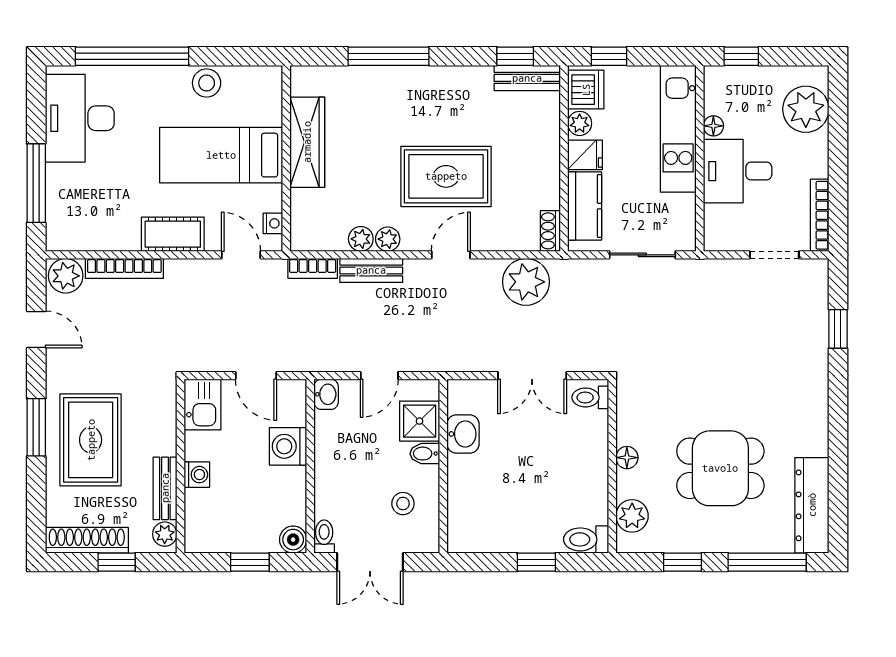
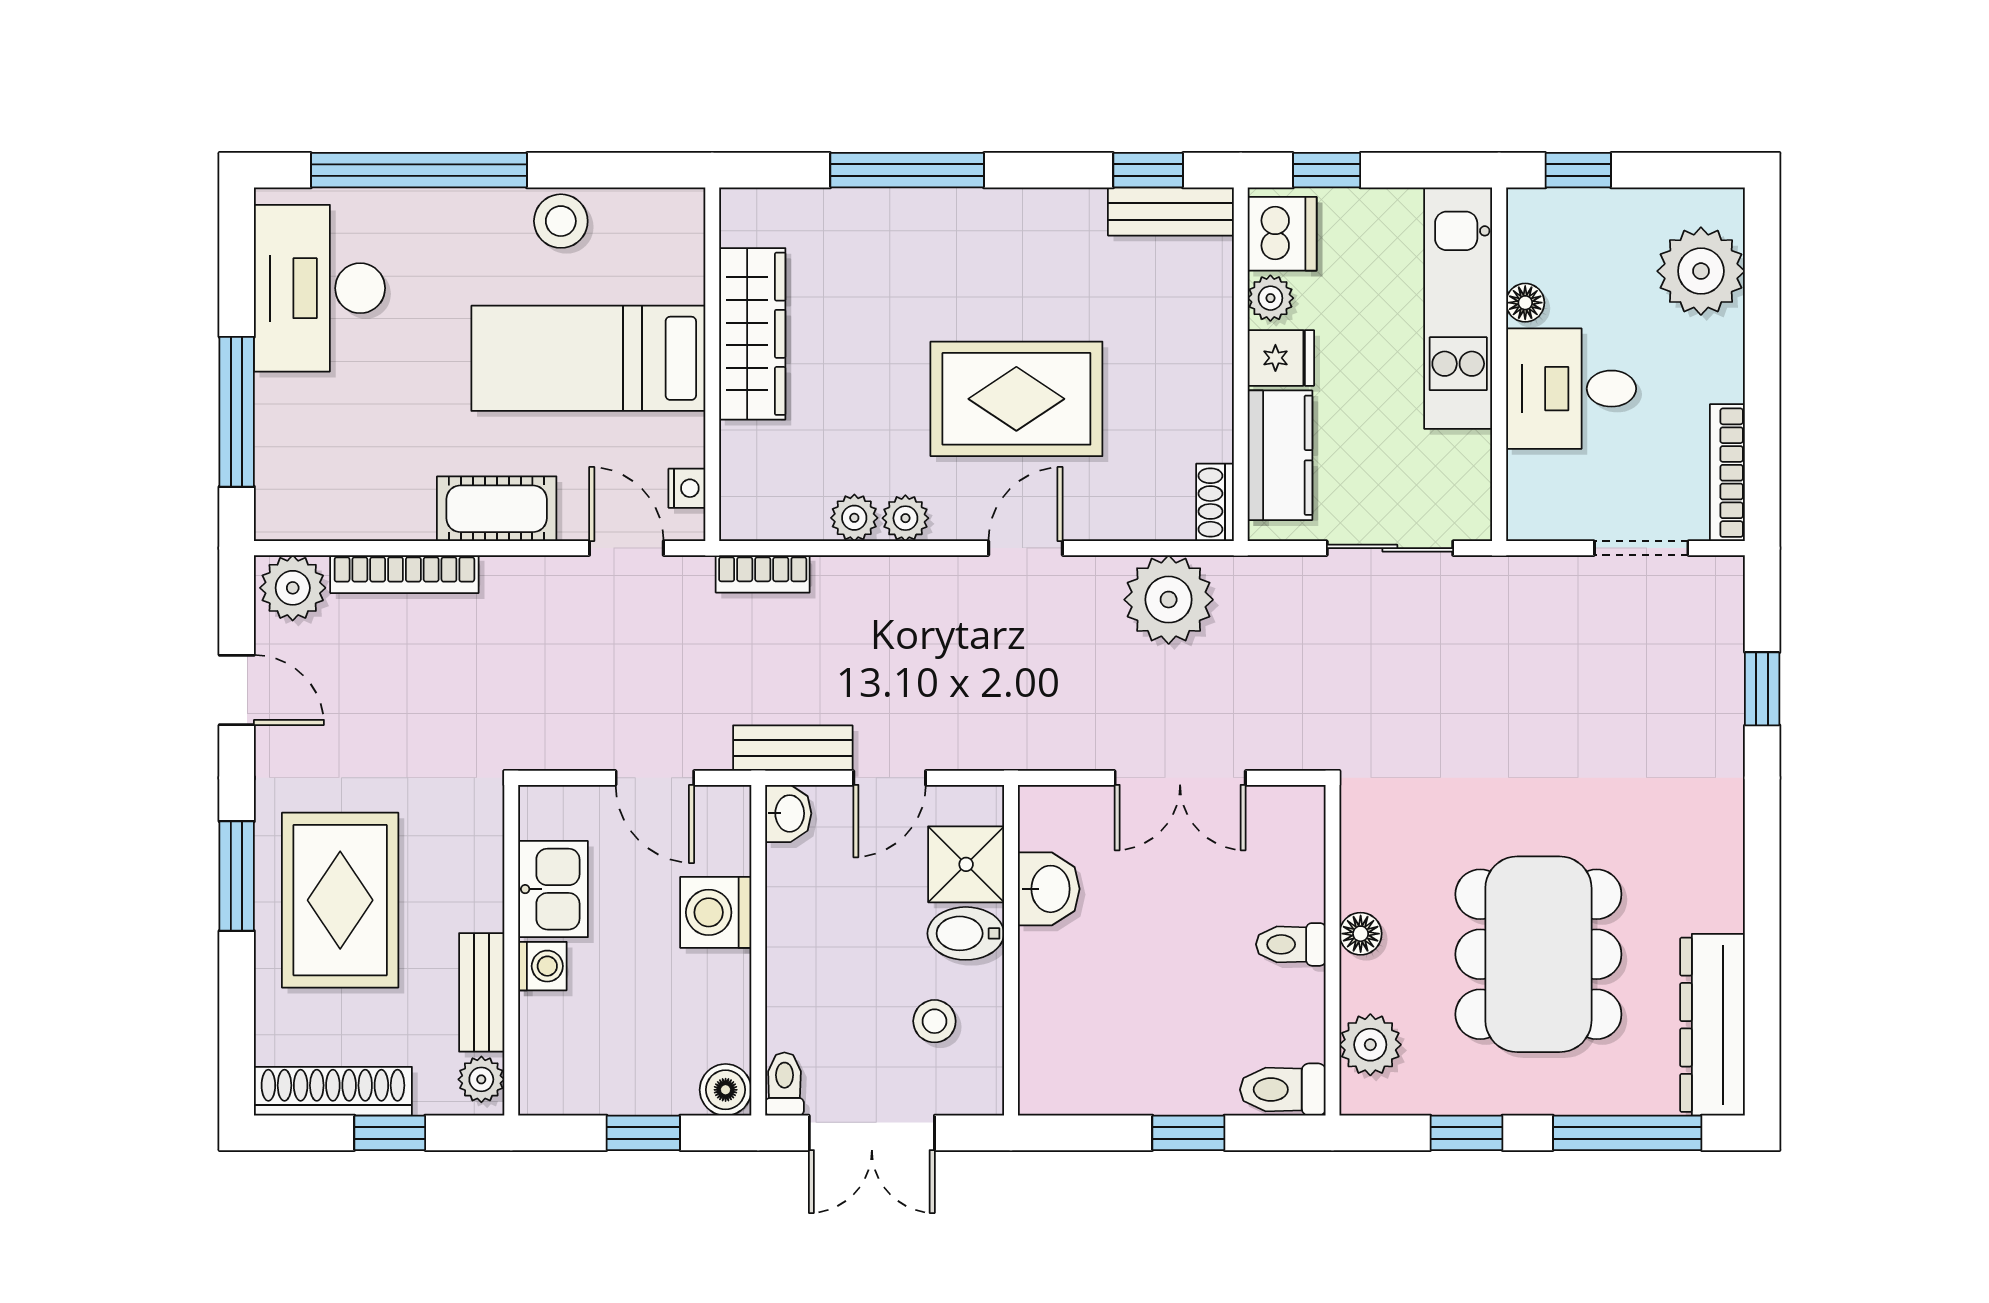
bench: (371, 270) -> (793, 748), moved
toilet: (590, 397) -> (1291, 944), moved
kitchen sink: (202, 405) -> (553, 889), moved
bidet: (425, 454) -> (966, 933), width x1.38, depth x1.36
dining table: (720, 468) -> (1538, 954), width x1.37

